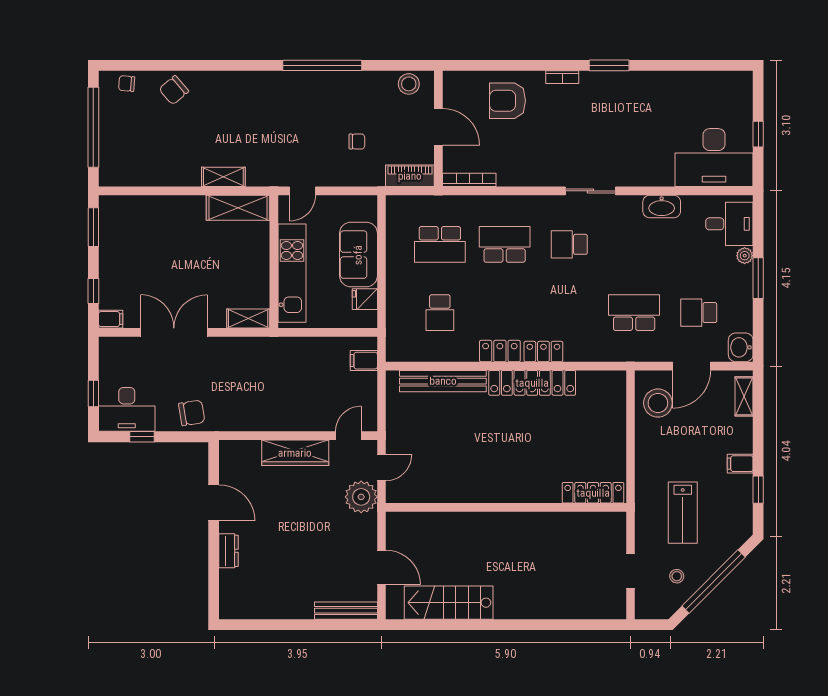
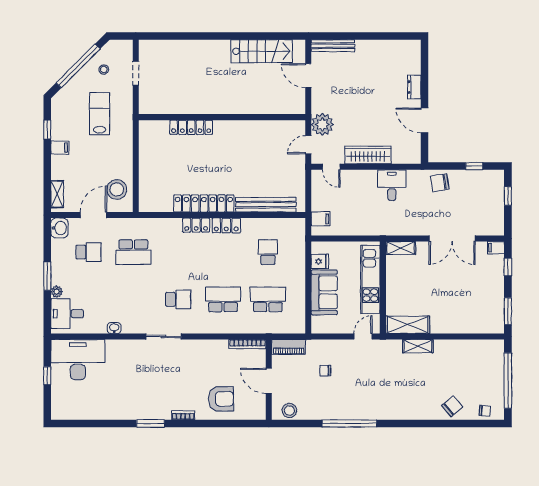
washbasin: (662, 207) -> (114, 328), width x0.52, depth x0.69
school desk: (505, 244) -> (223, 299), turned 180
desk: (127, 409) -> (392, 185), moved, width x0.73
door: (348, 436) -> (331, 167), hinge flipped
locker: (593, 493) -> (191, 127), moved

